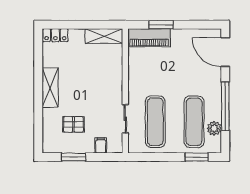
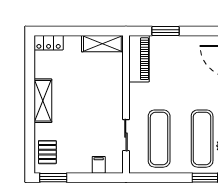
piano: (149, 38) -> (139, 59), moved, turned -90
pallet: (73, 124) -> (47, 152), moved, turned 90
window: (74, 157) -> (53, 178), moved

